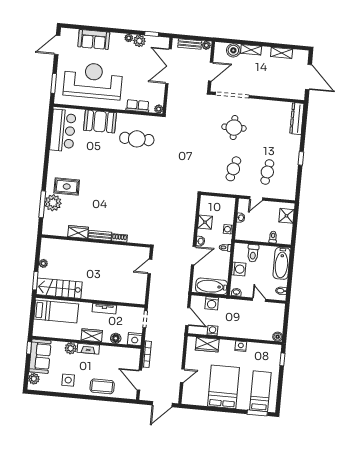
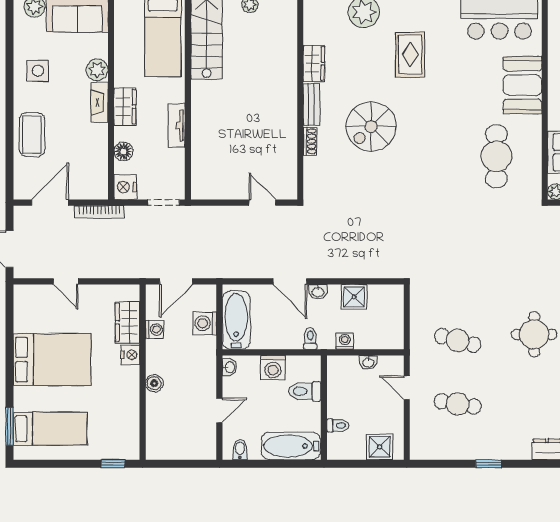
rug: (67, 186) -> (410, 55), moved
spiral stairs: (115, 205) -> (371, 126), added
boiler: (278, 337) -> (154, 383), moved
nightstand: (241, 346) -> (130, 355), moved

